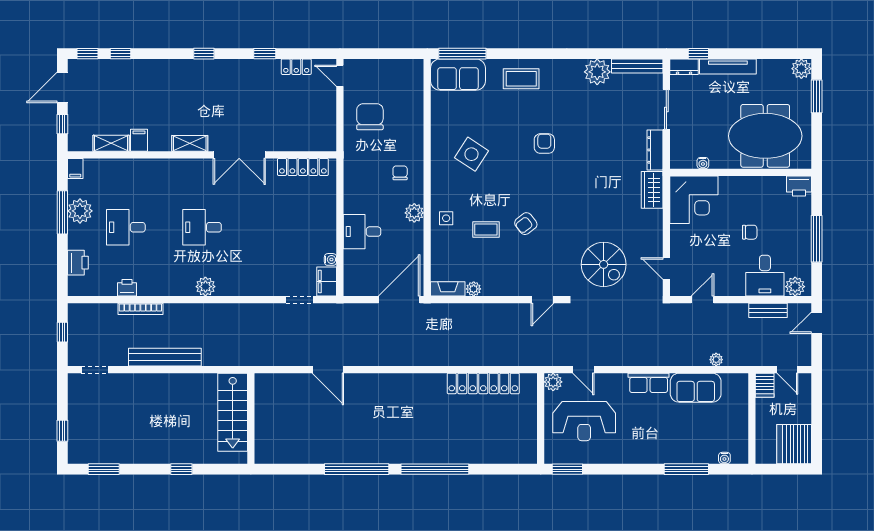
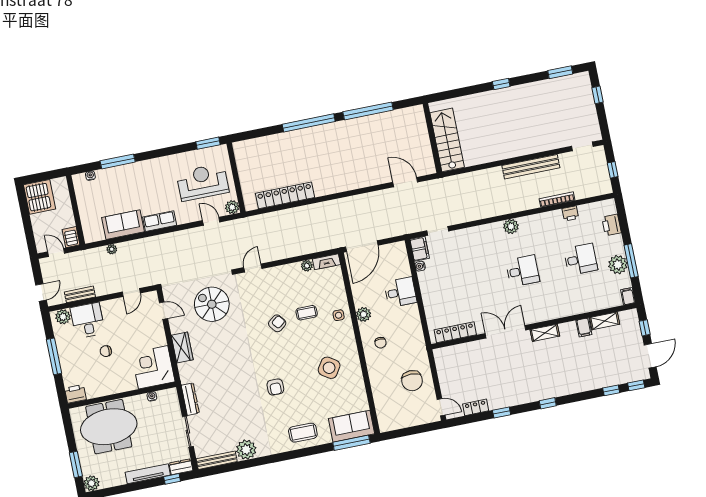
wardrobe: (652, 190) -> (182, 347), moved
stairs: (233, 412) -> (447, 140), moved
wall: (251, 418) -> (432, 138), moved

